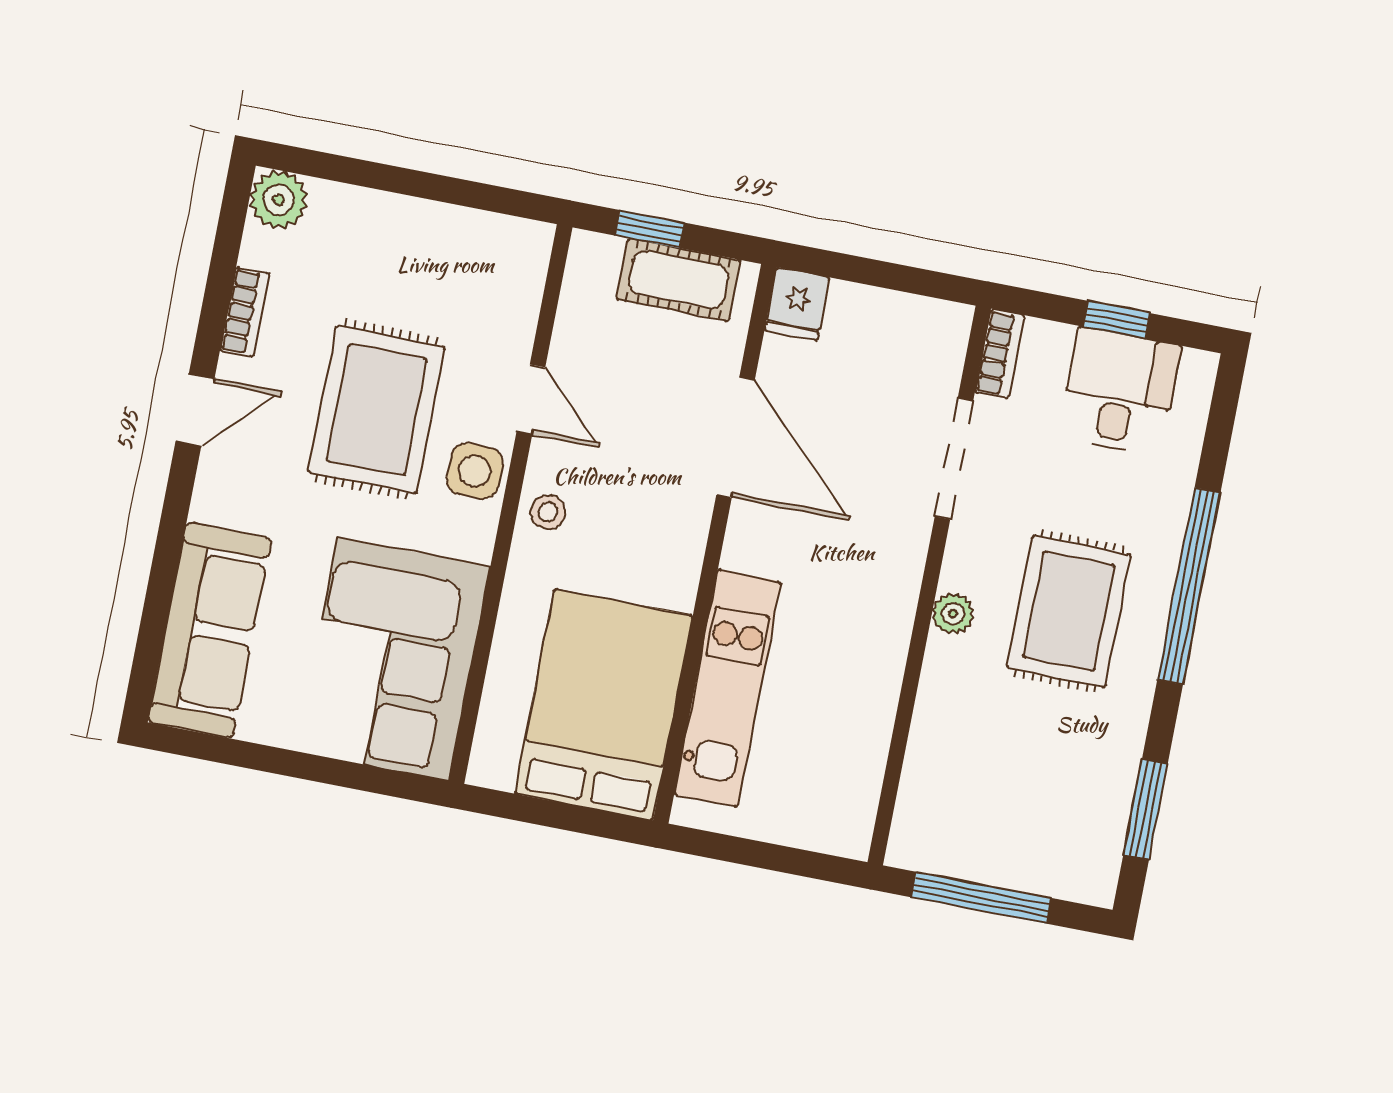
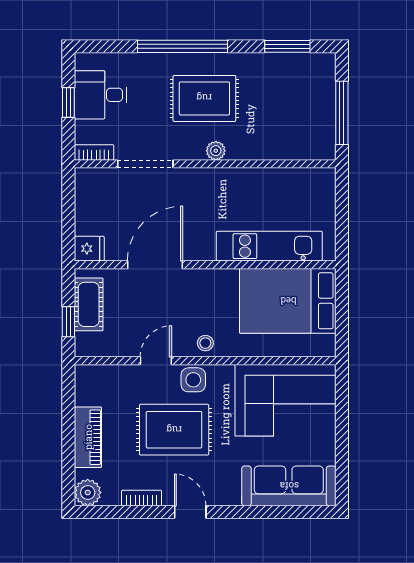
piano: (396, 223) -> (88, 437), added

